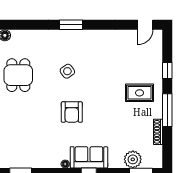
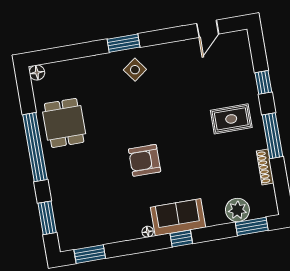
door: (145, 25) -> (208, 29), moved
side table: (67, 71) -> (135, 70), moved
armchair: (72, 112) -> (145, 160), turned 90

